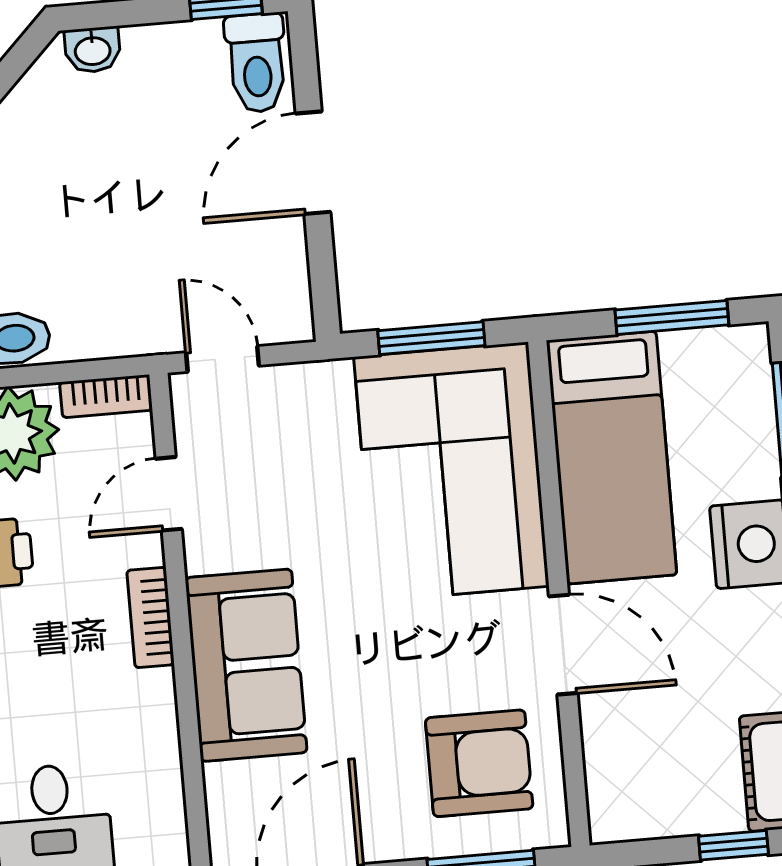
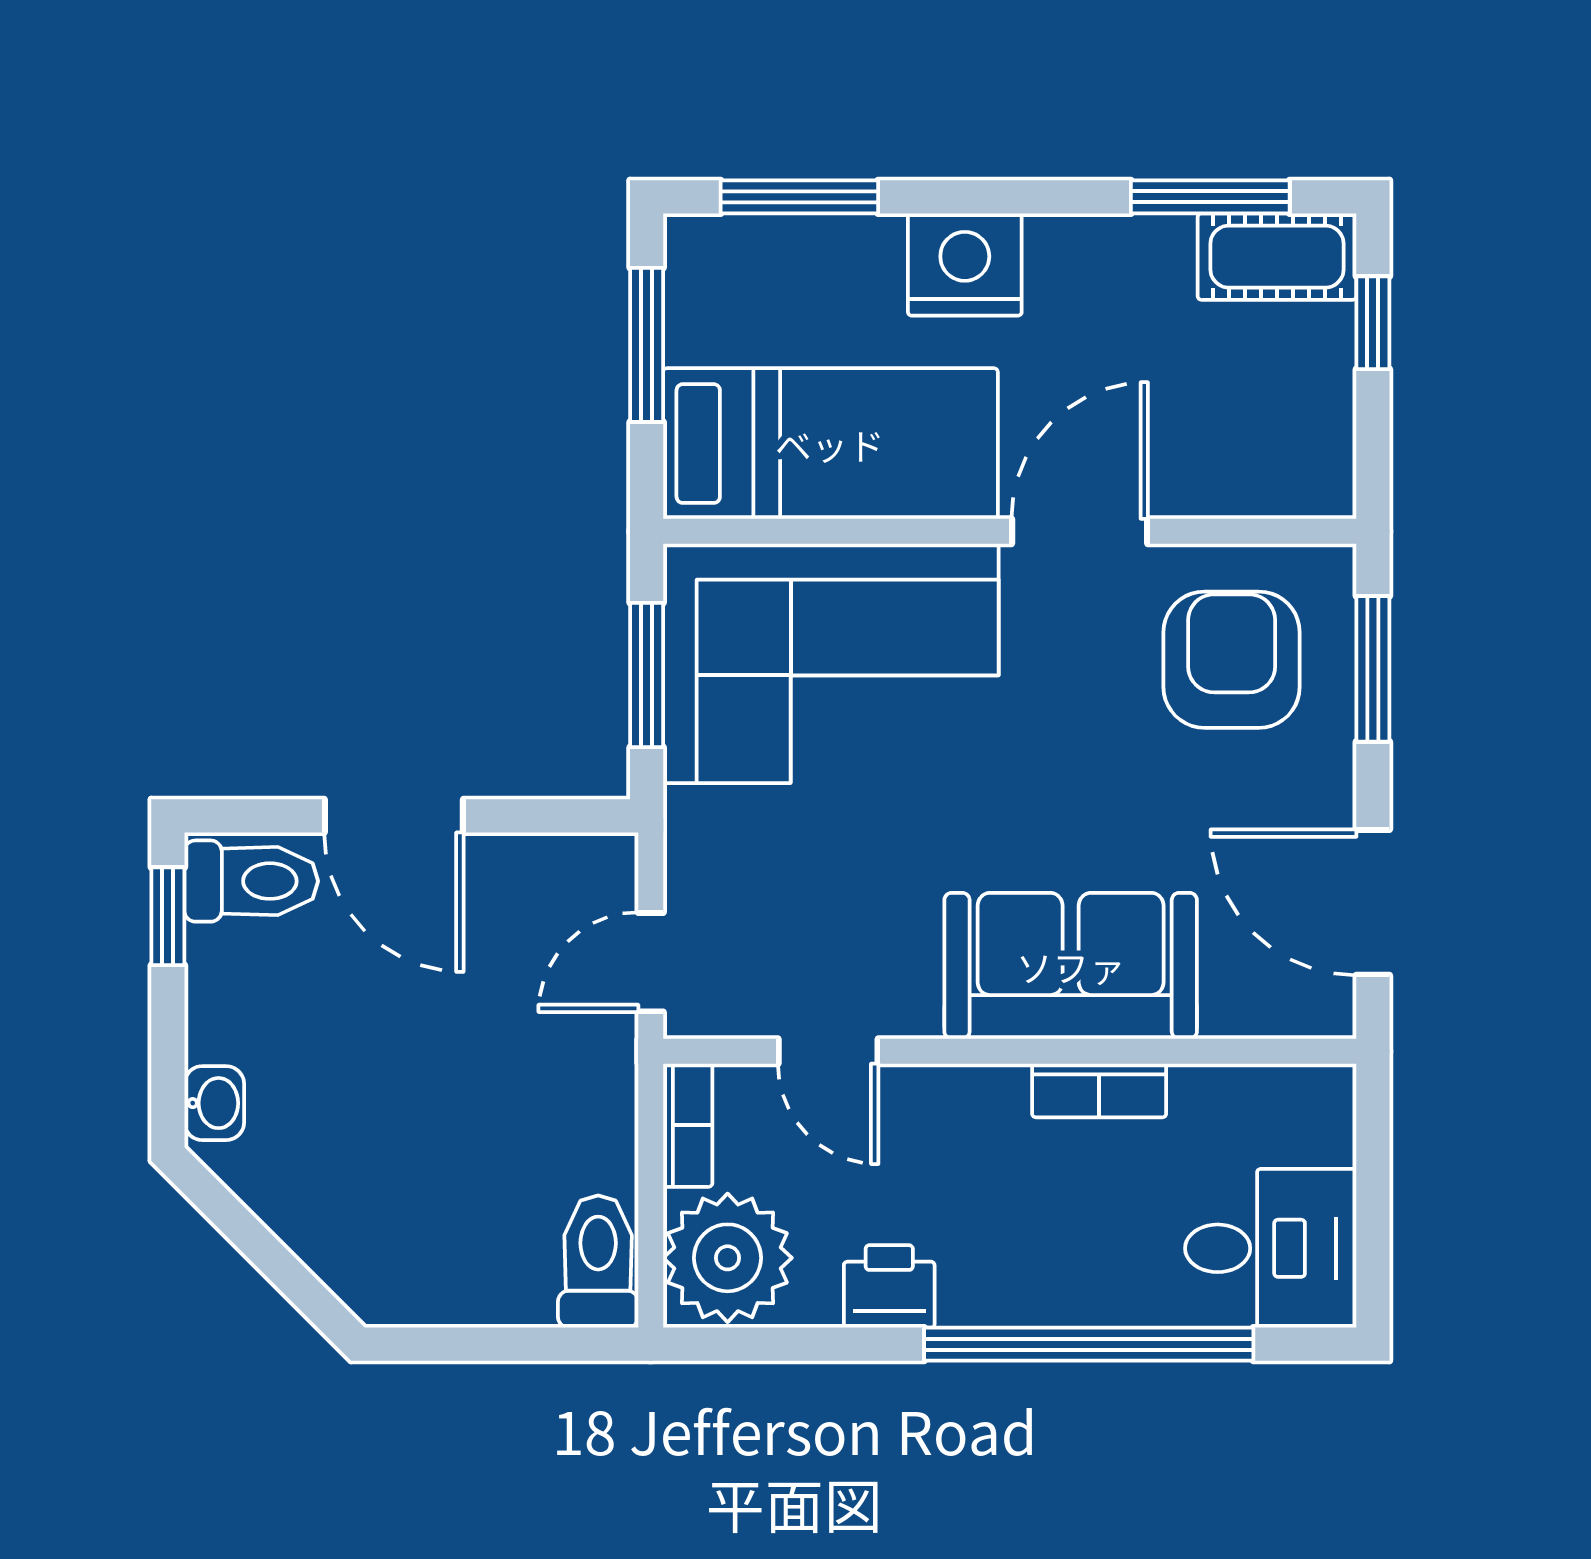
bookcase: (151, 617) -> (1099, 1090), moved

